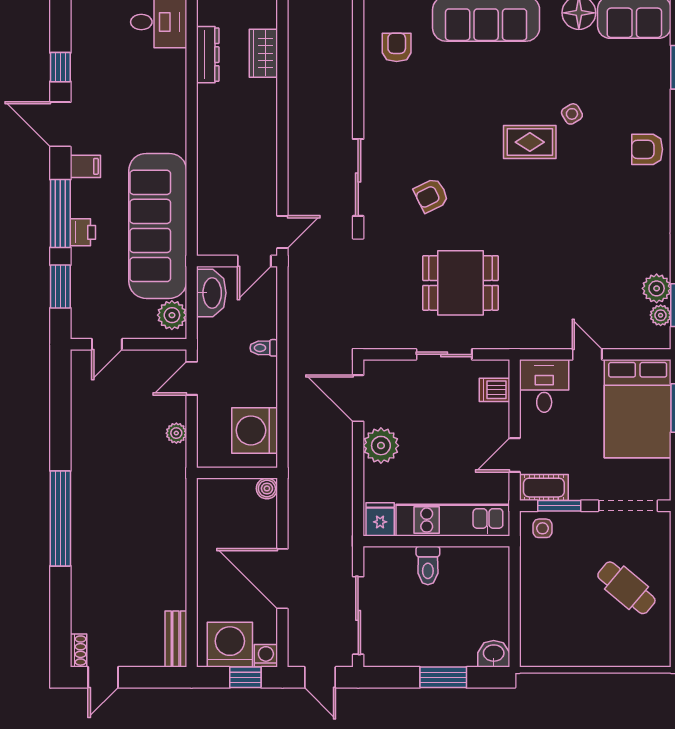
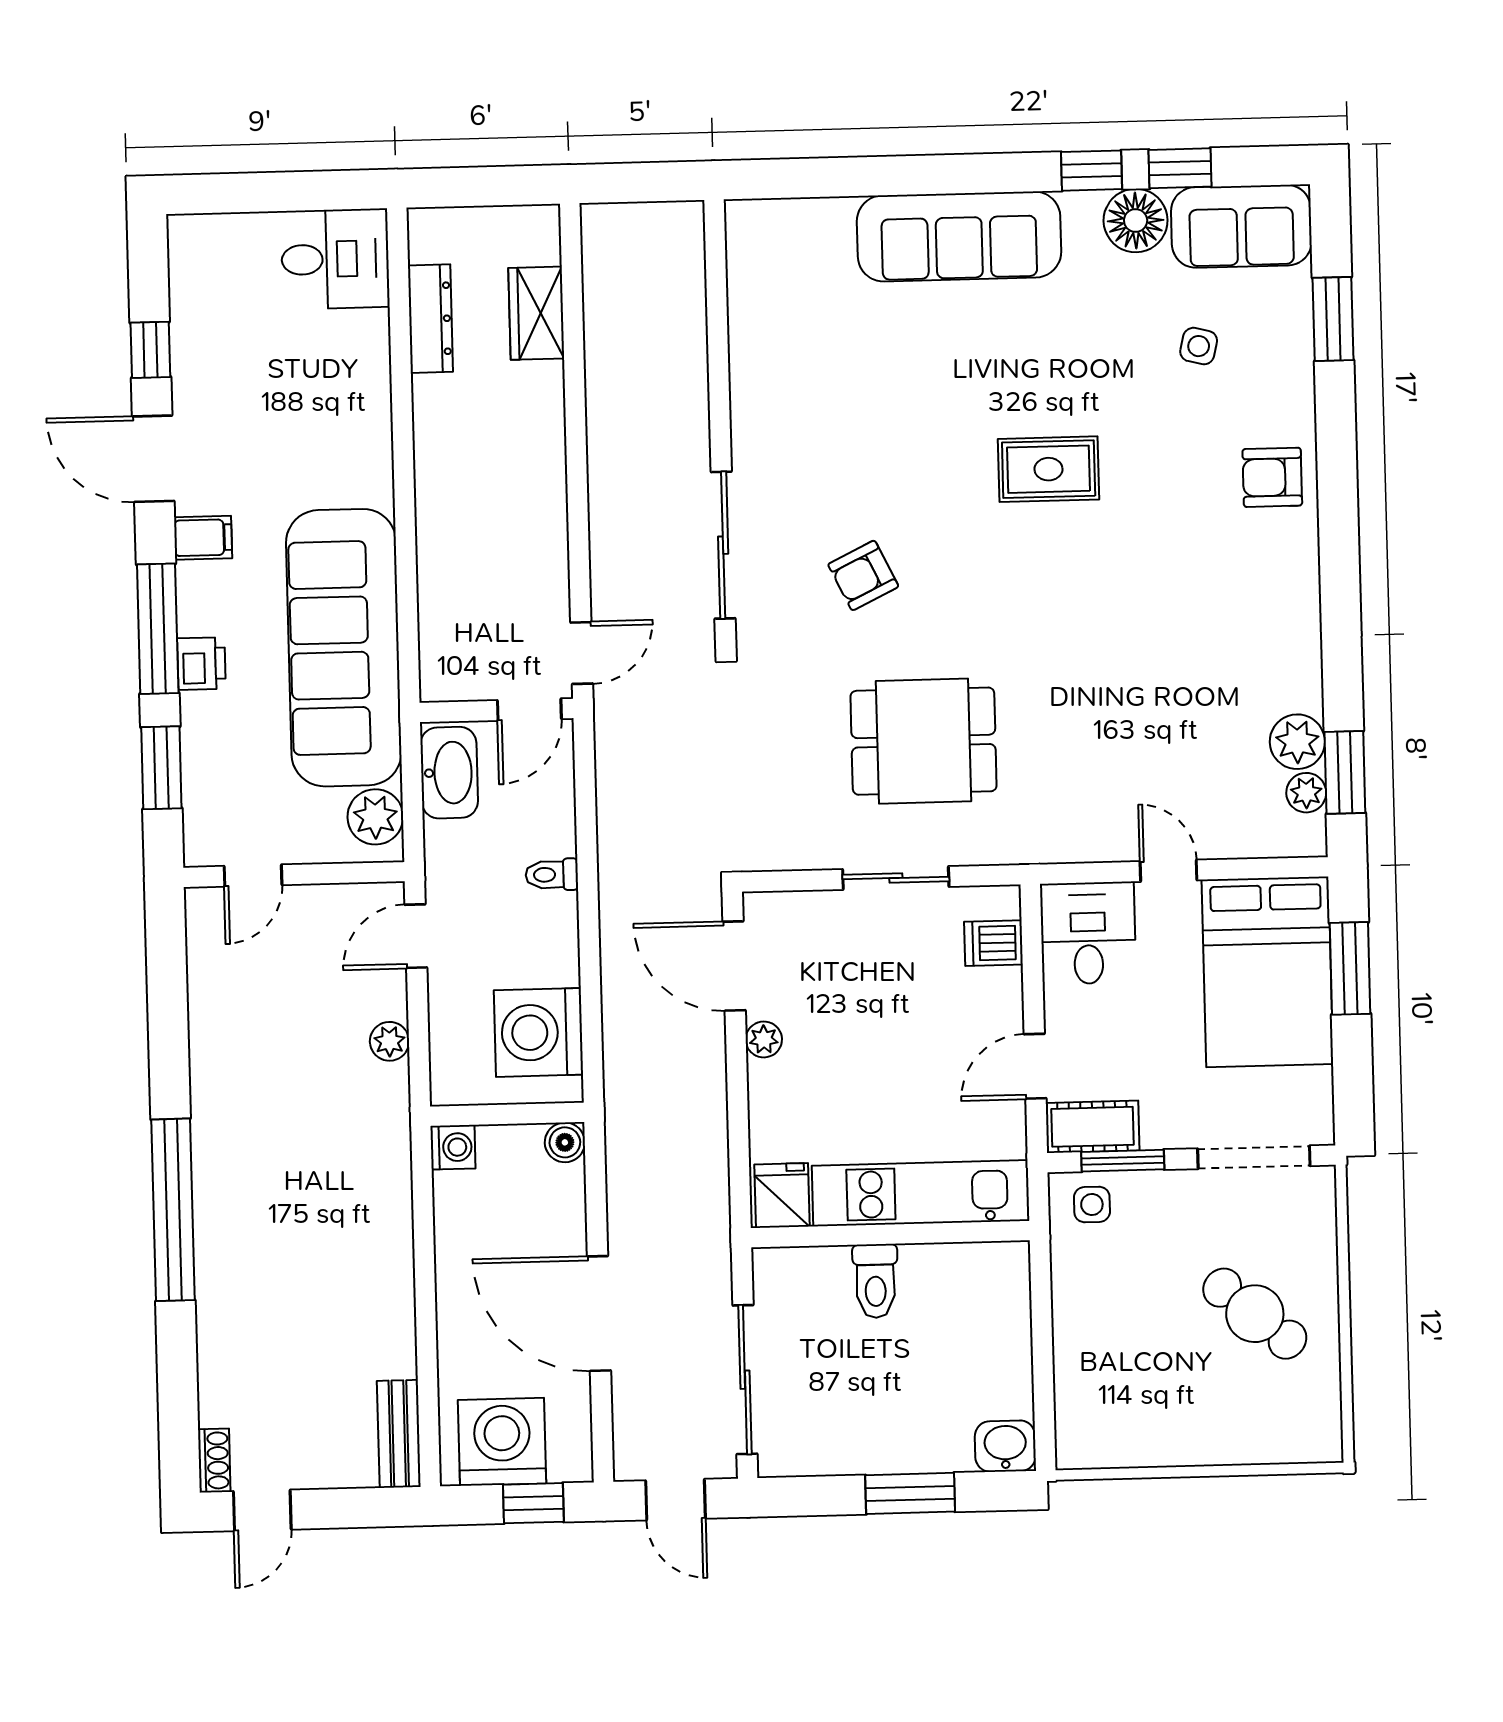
armchair: (397, 47) -> (790, 295), removed
side table: (572, 114) -> (1199, 346), moved, turned 45
plant: (381, 446) -> (764, 1039), width x0.53, depth x0.53
washing machine: (266, 656) -> (453, 1147), moved, turned 90

